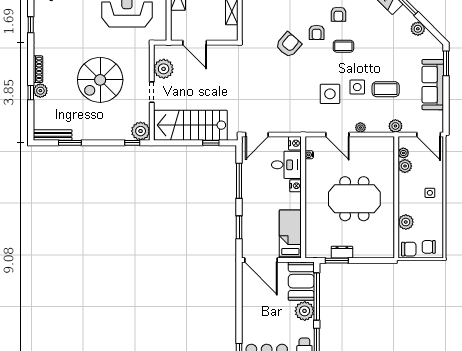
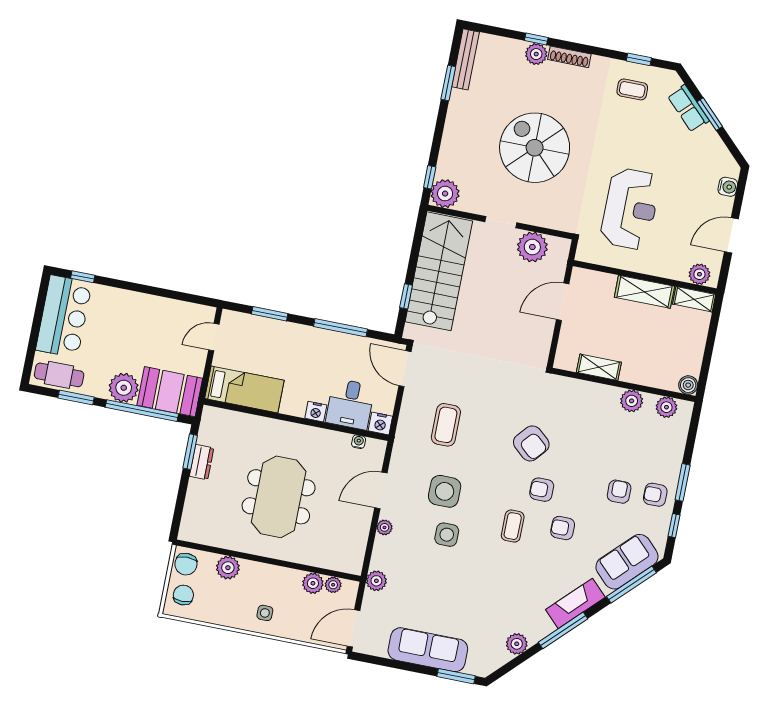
coffee table: (51, 25) -> (632, 89), added
coffee table: (386, 89) -> (446, 425), moved
door: (261, 260) -> (214, 337), width x0.53

